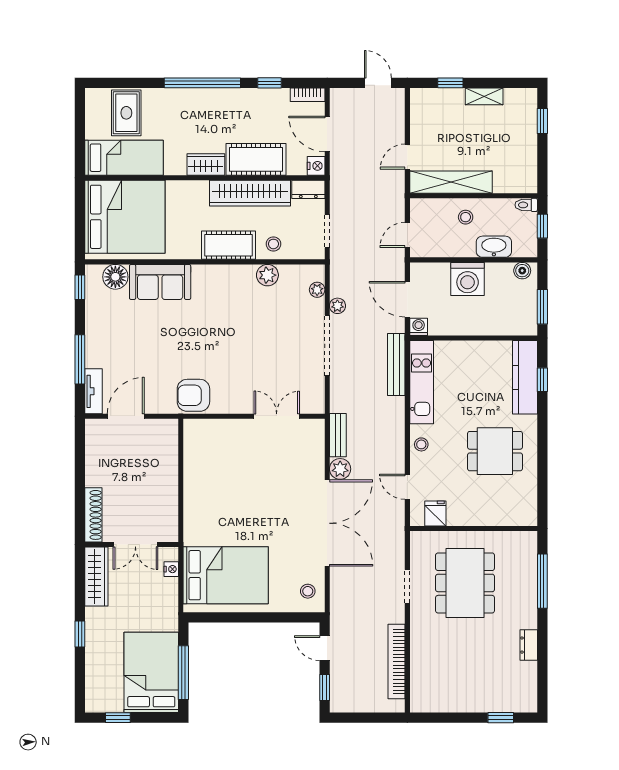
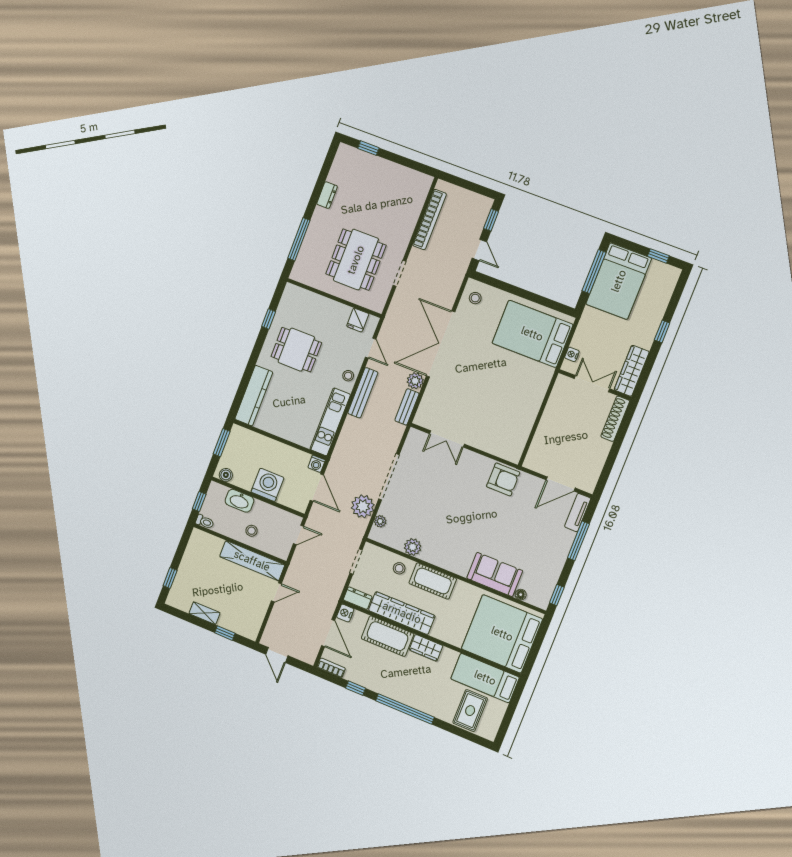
floor lamp: (115, 277) -> (521, 595), width x0.53, depth x0.53
plant: (337, 306) -> (363, 506), width x1.87, depth x1.87
bench: (396, 364) -> (363, 393), moved
window: (542, 380) -> (269, 319), moved

